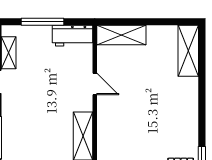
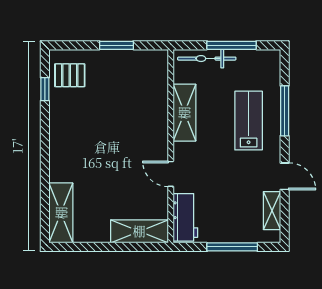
workbench: (73, 36) -> (185, 217), moved, turned 90
lab bench: (29, 129) -> (249, 121), added

